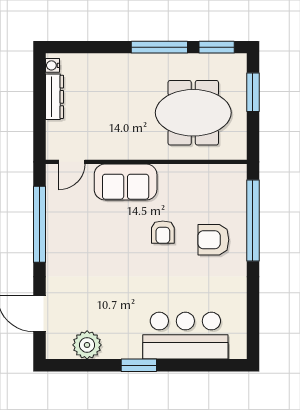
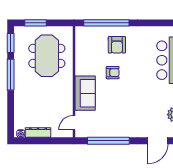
door: (72, 162) -> (74, 123), swing flipped

